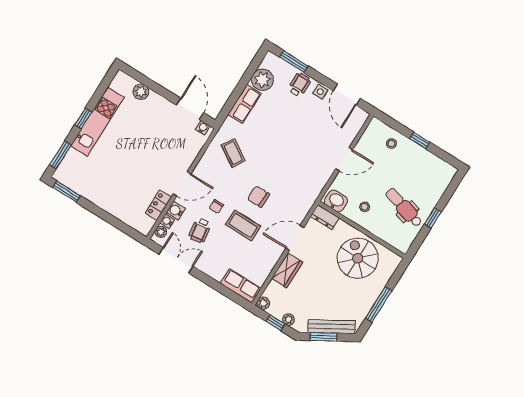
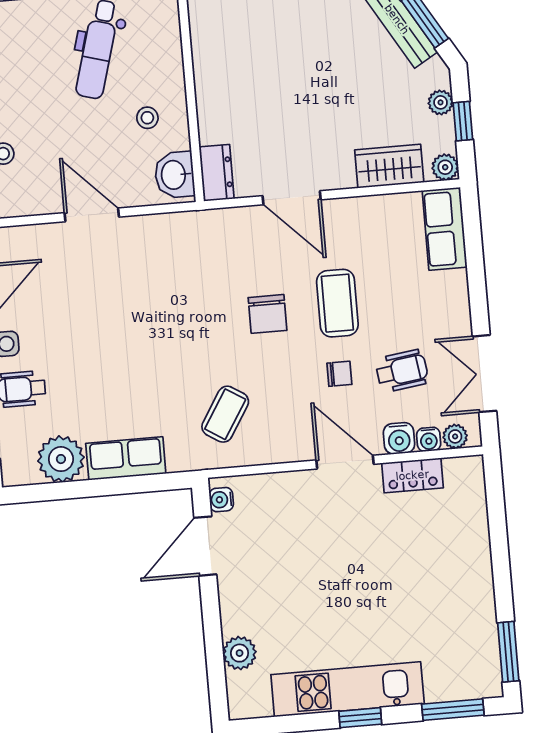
spiral stairs: (358, 258) -> (245, 63), removed
wardrobe: (287, 270) -> (389, 166), moved

